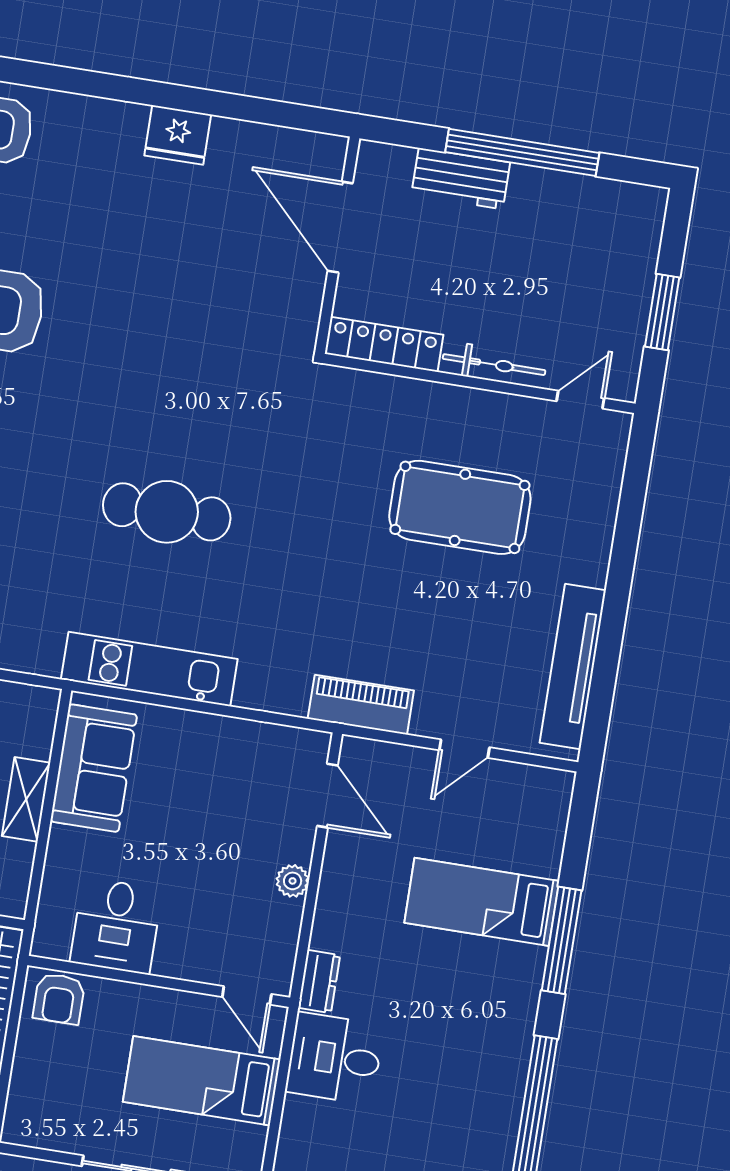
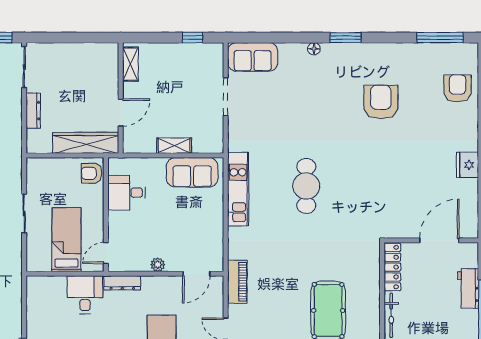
dresser: (319, 981) -> (122, 283), width x1.44

